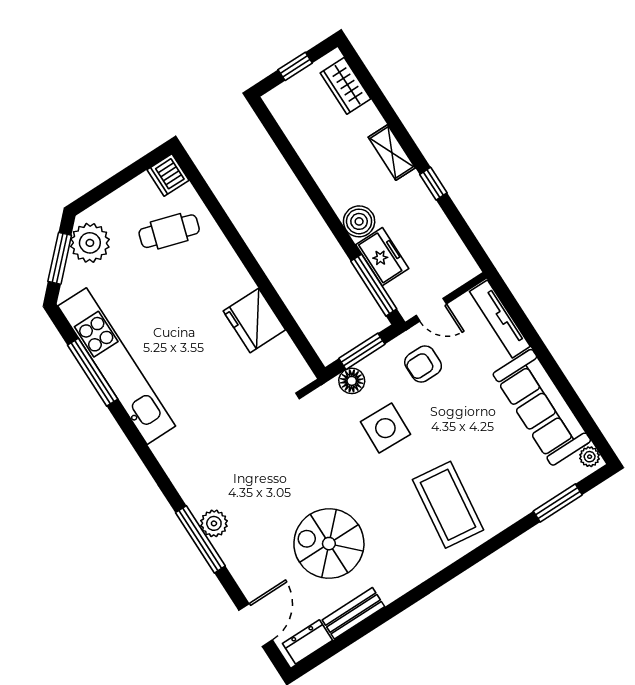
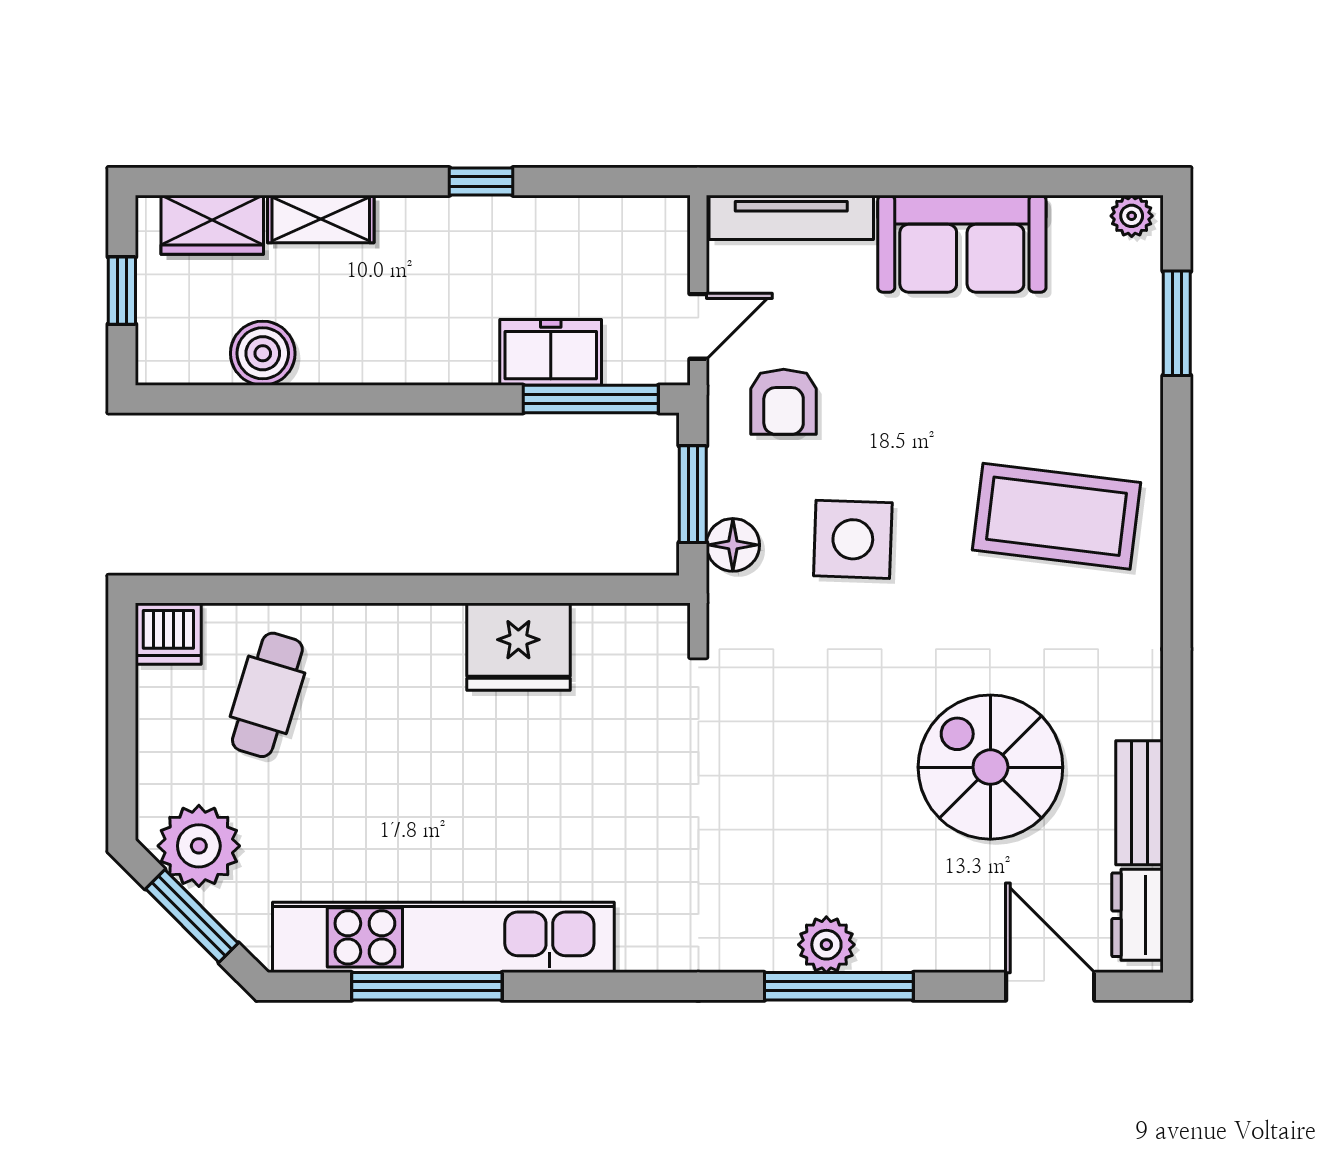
shelving: (392, 153) -> (321, 219), moved
boiler: (359, 221) -> (263, 353), moved
sofa: (542, 407) -> (962, 244), width x0.73
spiral stairs: (329, 544) -> (990, 767), turned 90

